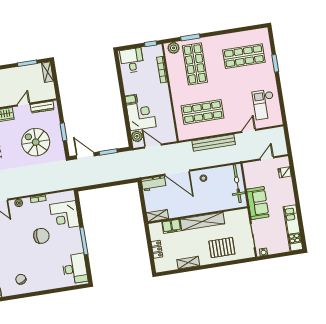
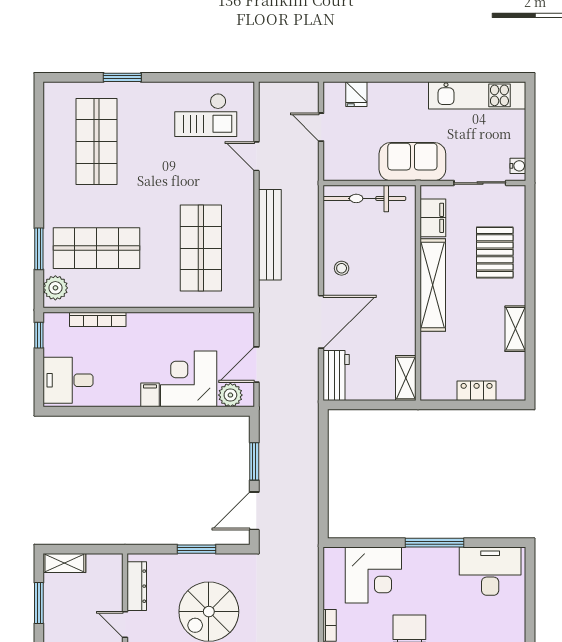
filing cabinet: (172, 226) -> (433, 218), moved

